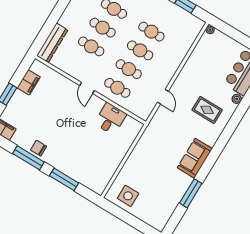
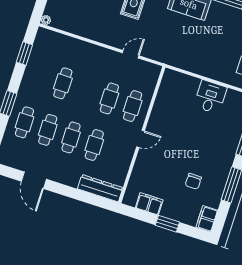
cafe table: (140, 50) -> (86, 91), removed
desk: (110, 119) -> (210, 97), moved, turned 90
chair: (39, 148) -> (193, 181), moved

